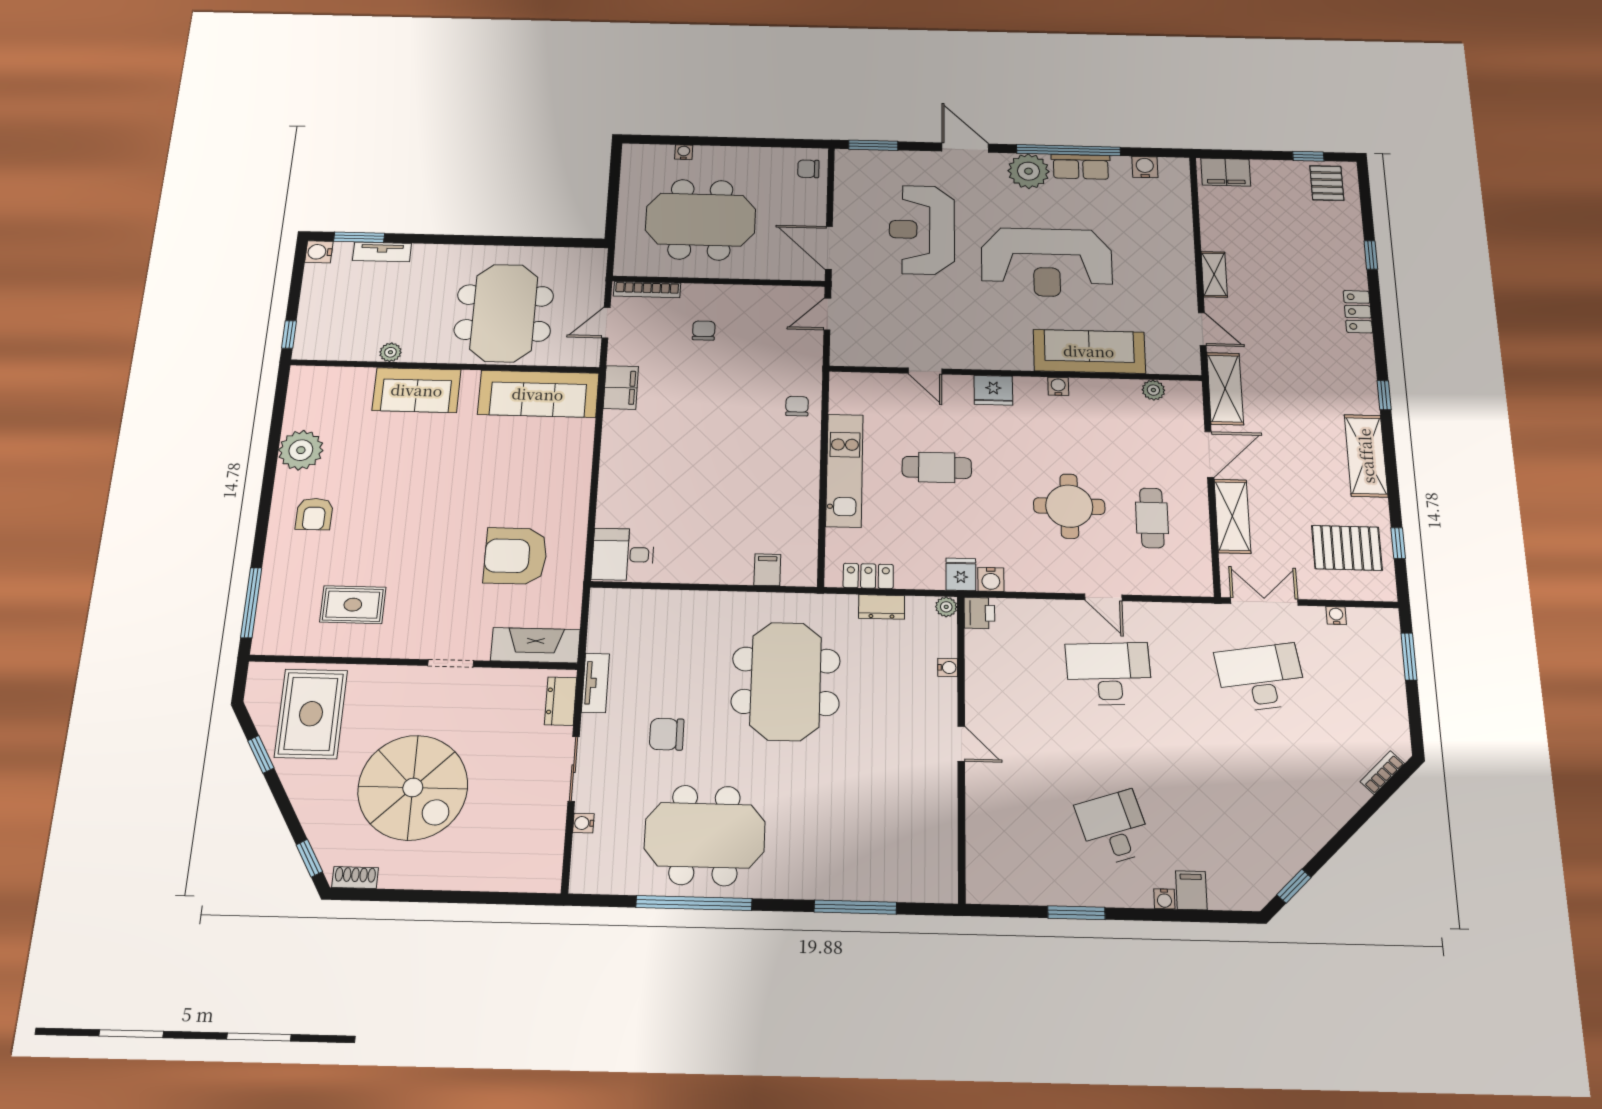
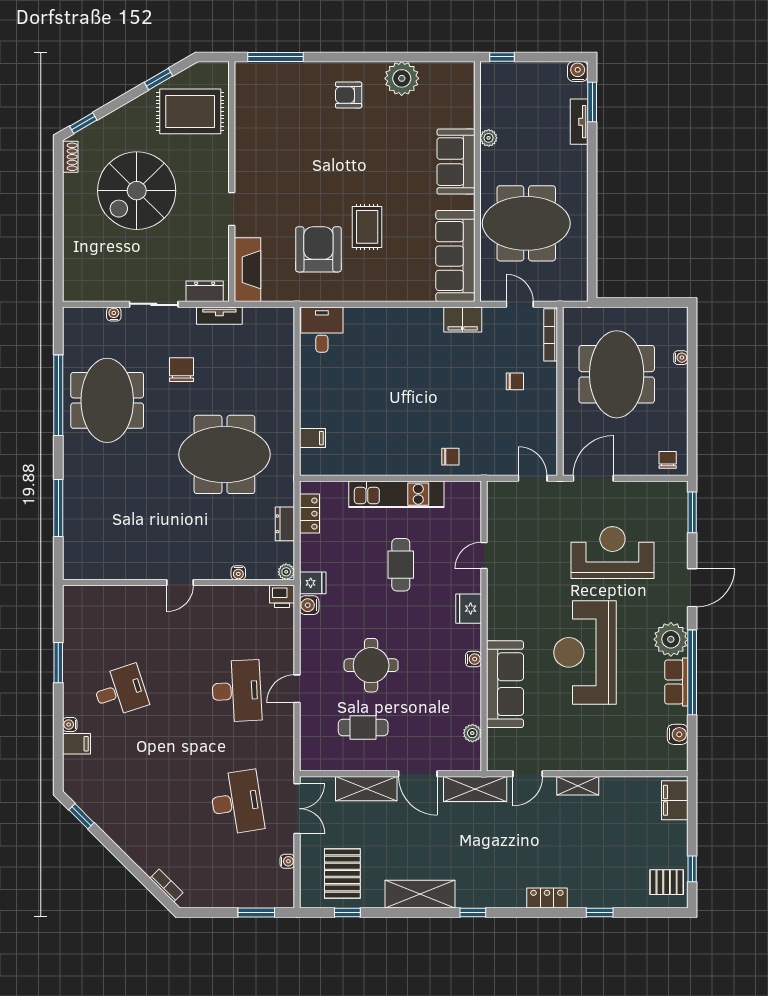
rug: (353, 605) -> (367, 227), moved

